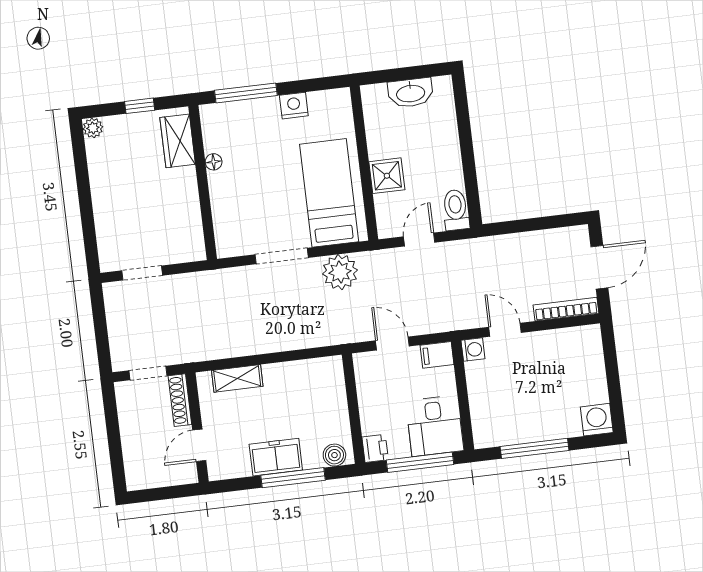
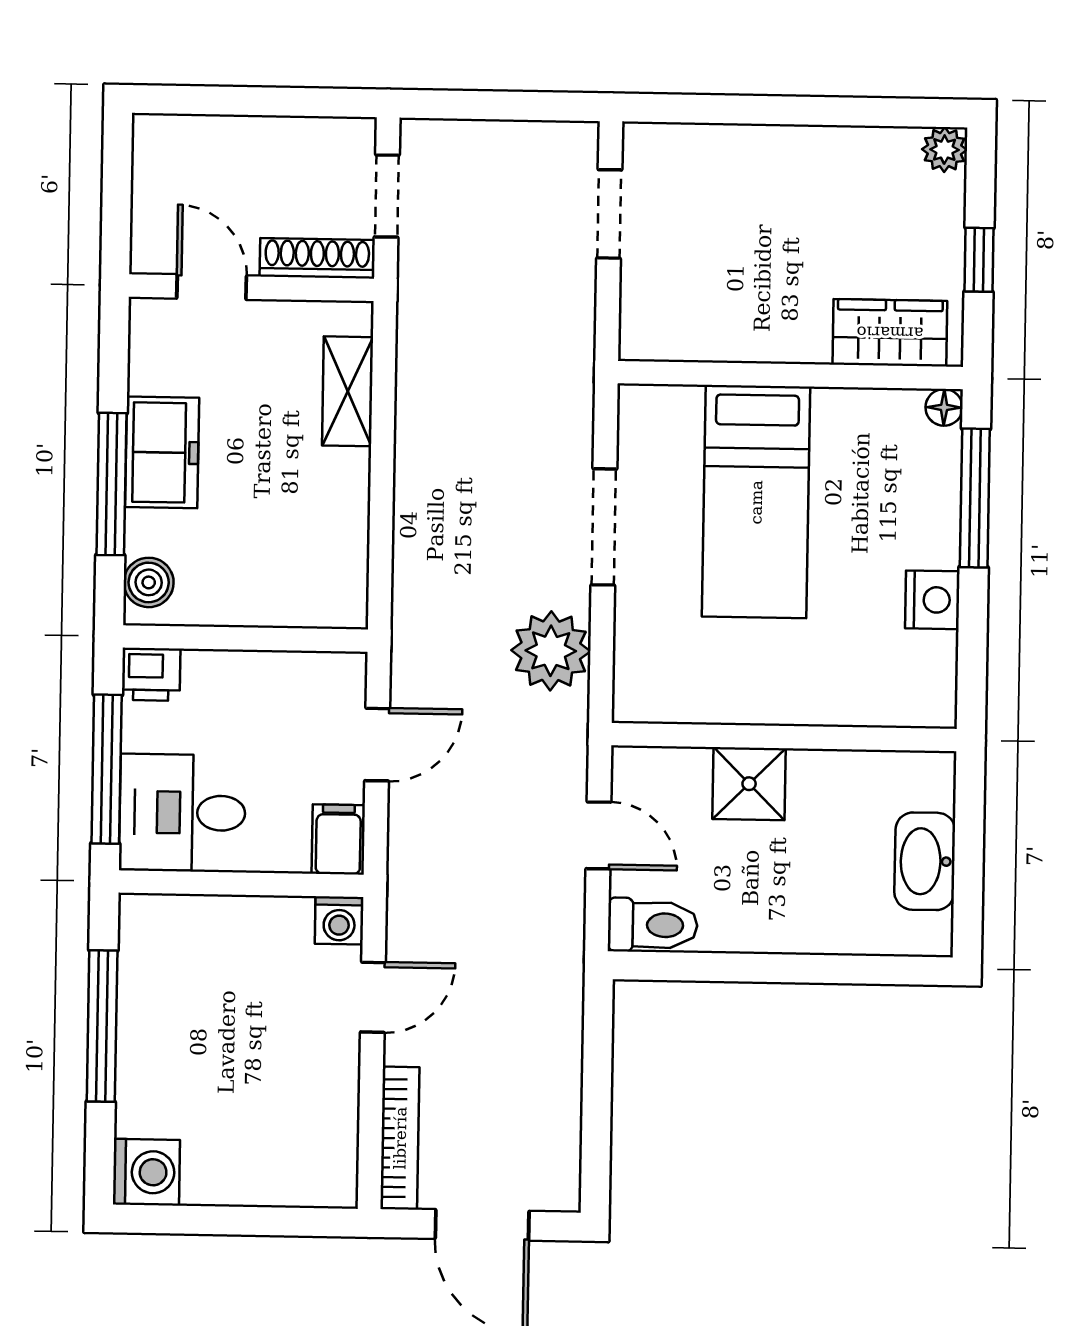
floor lamp: (214, 162) -> (944, 407), moved
bed: (329, 193) -> (756, 502), moved, turned 90

